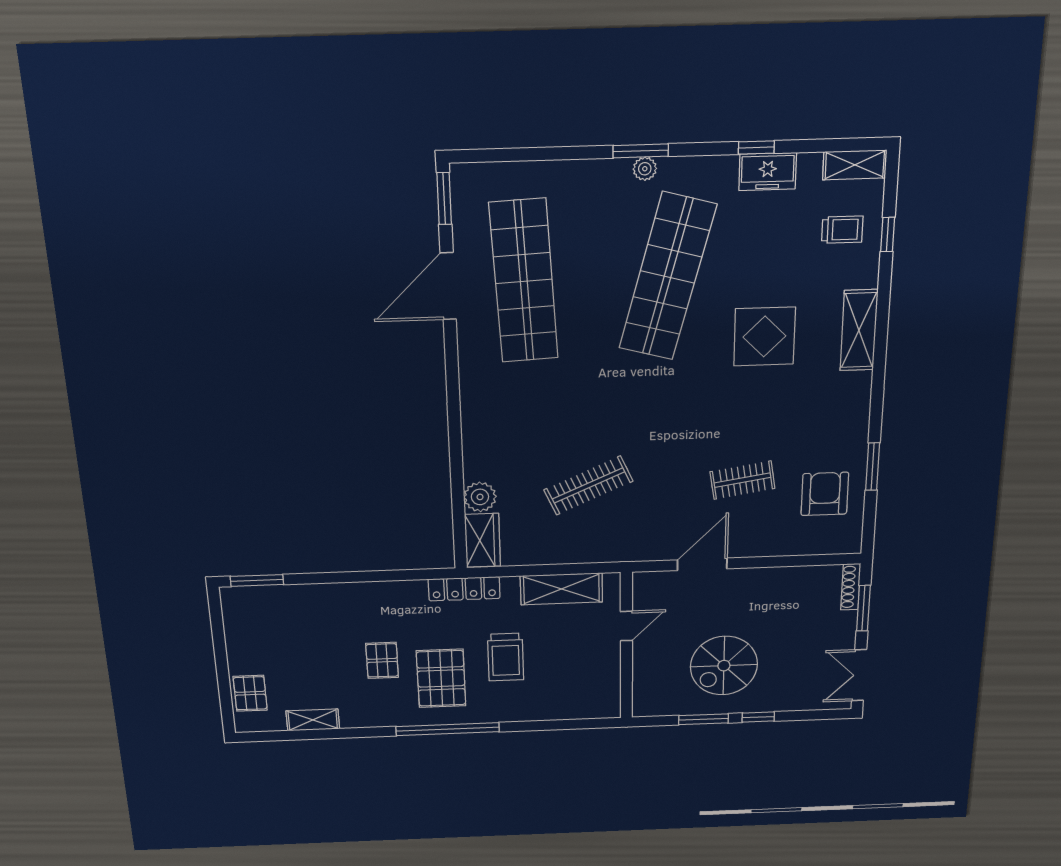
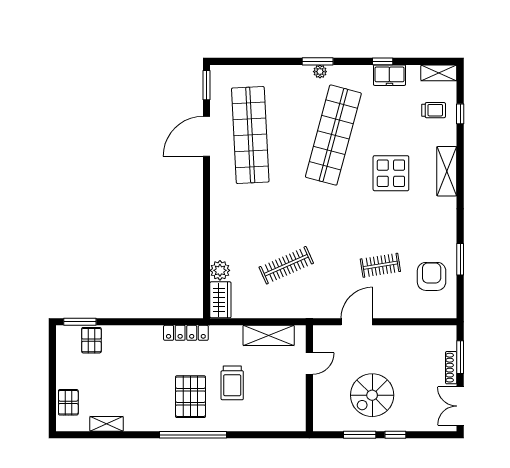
shoe rack: (851, 587) -> (451, 368), moved
locker: (464, 589) -> (186, 333), moved
pallet: (382, 660) -> (91, 340), moved

